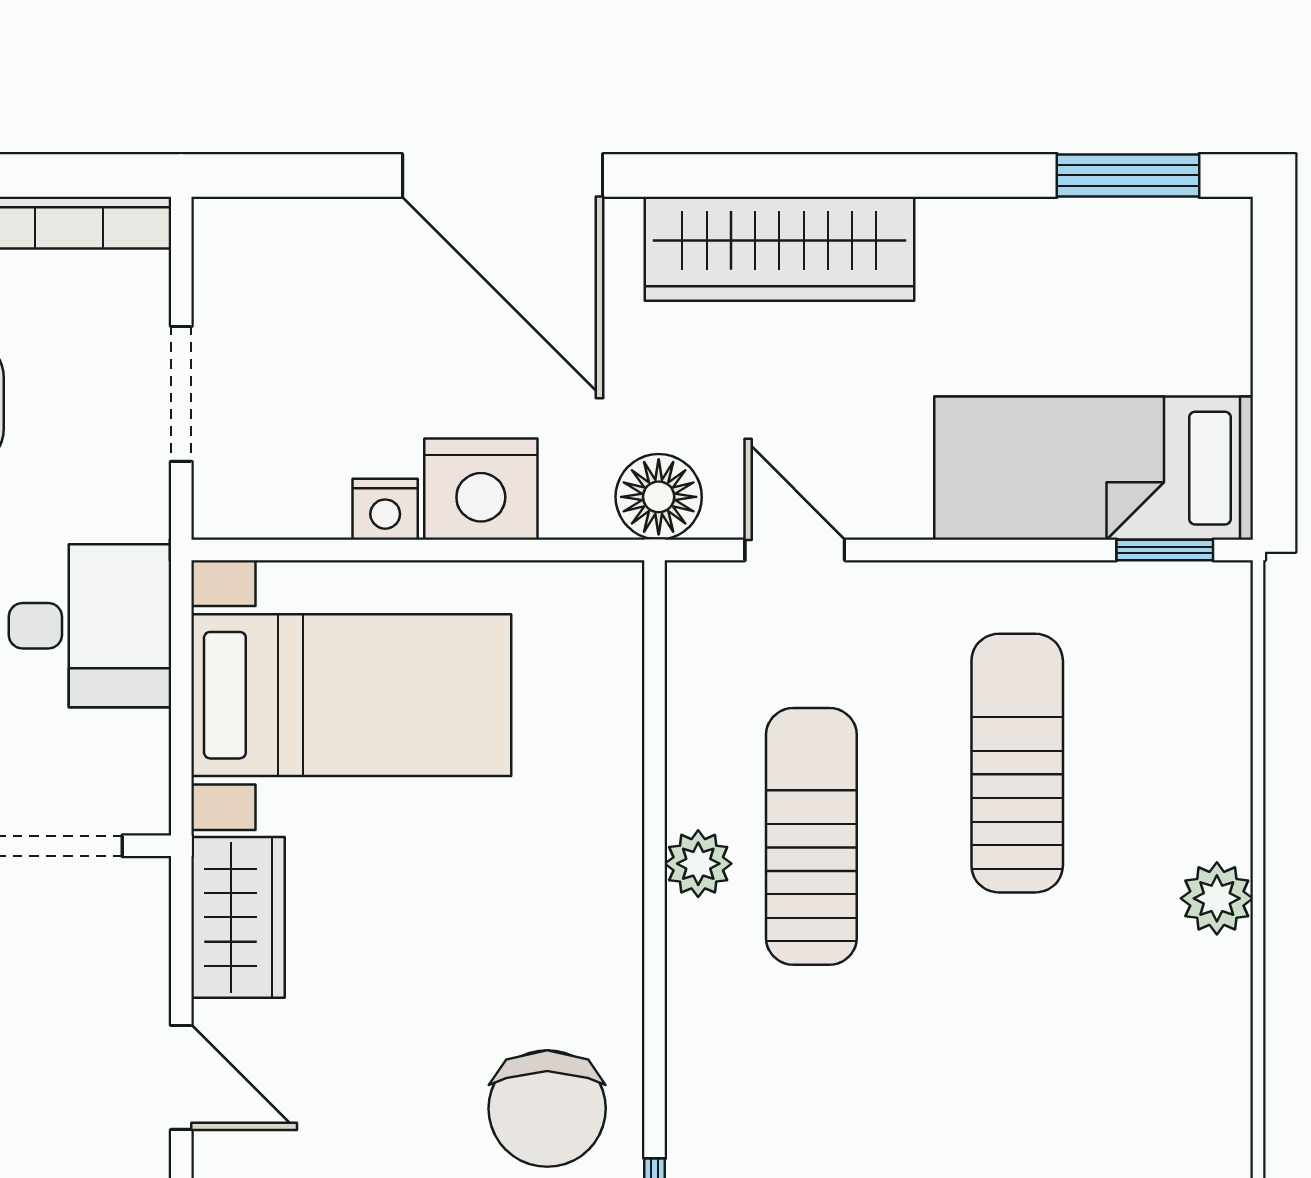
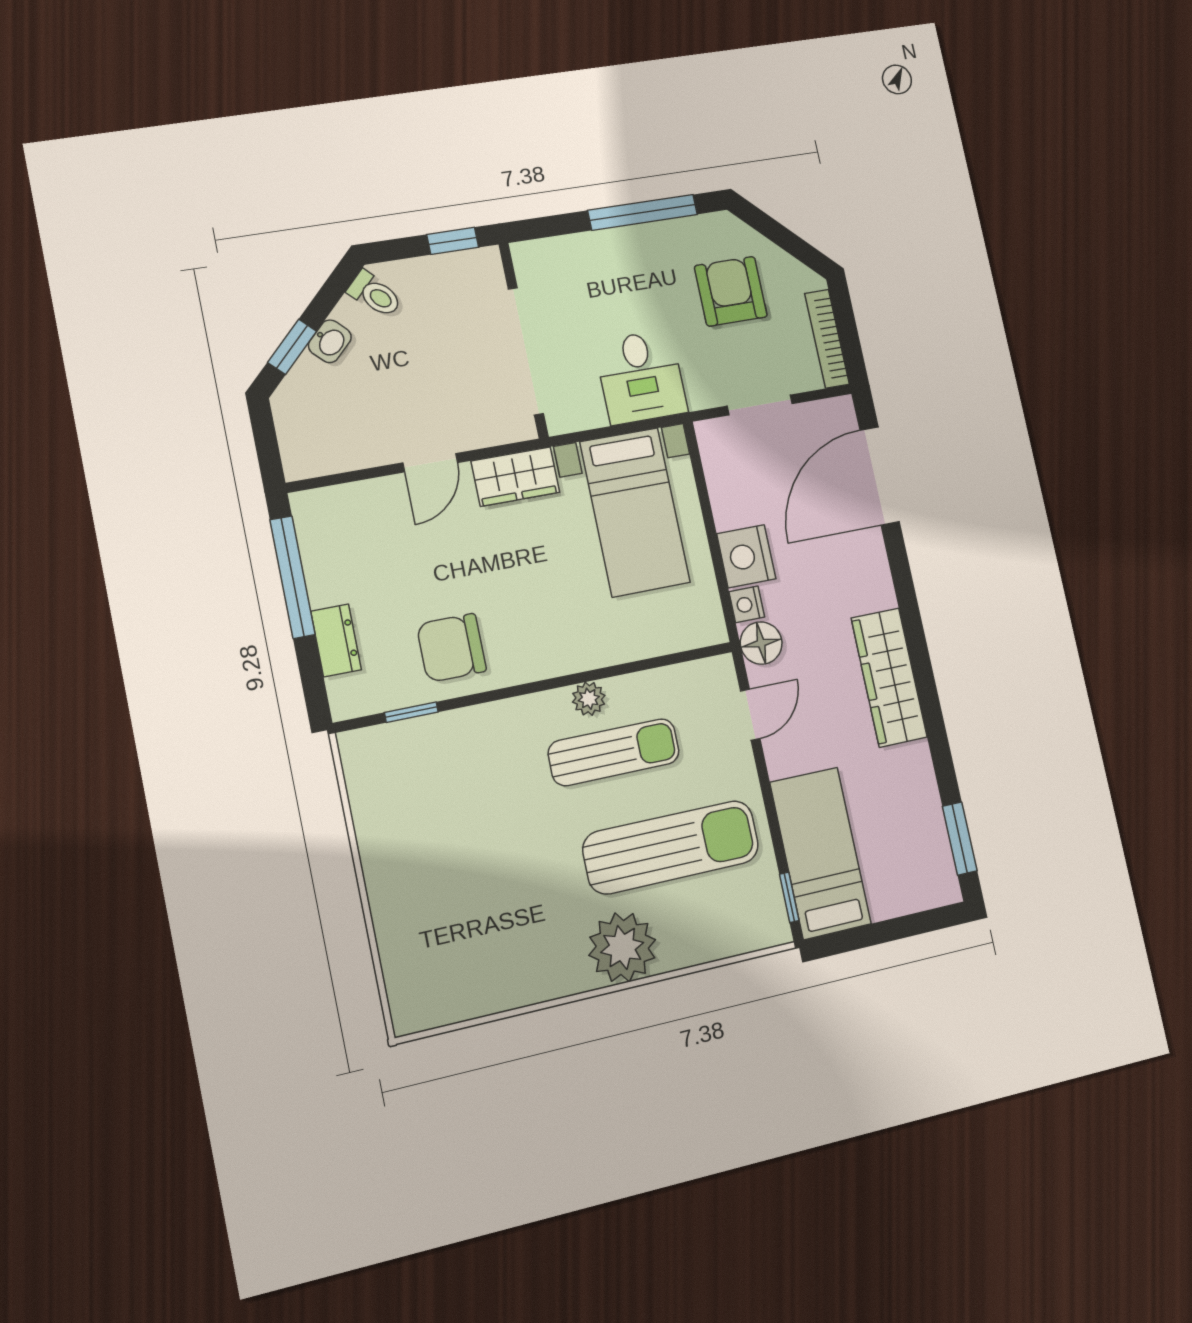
door: (503, 175) -> (880, 476), moved
nightstand: (385, 509) -> (747, 604), moved
sun lounger: (1017, 763) -> (671, 847), width x1.36, depth x1.34
plant: (1217, 898) -> (622, 947), width x1.87, depth x1.87

